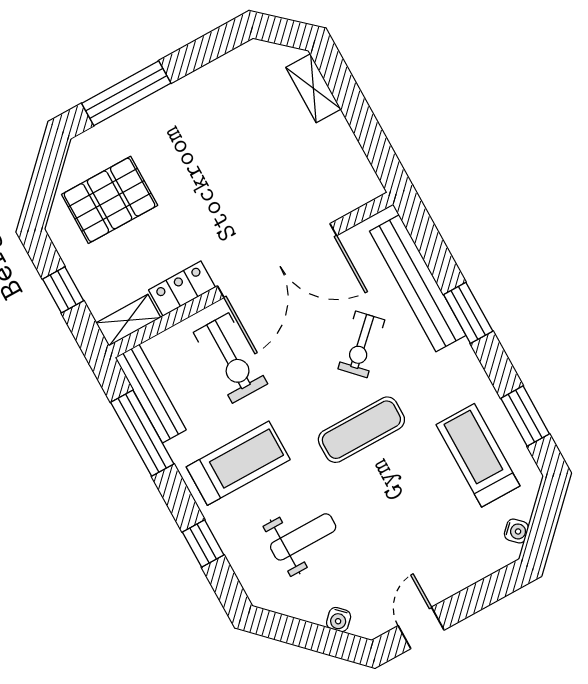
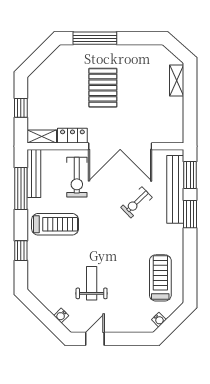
pallet: (110, 200) -> (103, 88), moved, turned 90
window: (525, 416) -> (190, 175), moved
exercise mat: (361, 430) -> (116, 239), removed
weight bench: (303, 537) -> (92, 283), moved, turned -90

